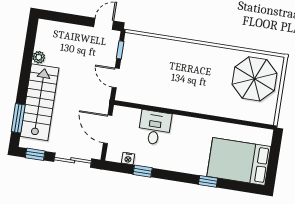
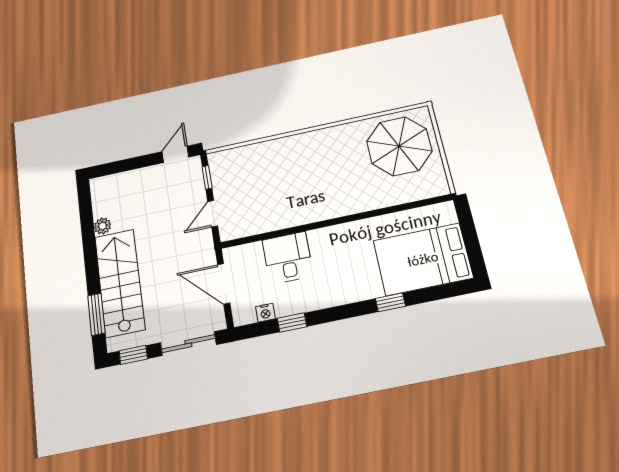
door: (116, 78) -> (213, 214), hinge flipped

